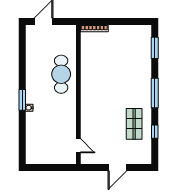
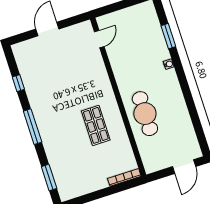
window: (22, 100) -> (168, 36), moved
shop shelf: (134, 124) -> (96, 125), moved
door: (78, 146) -> (99, 39), swing flipped

